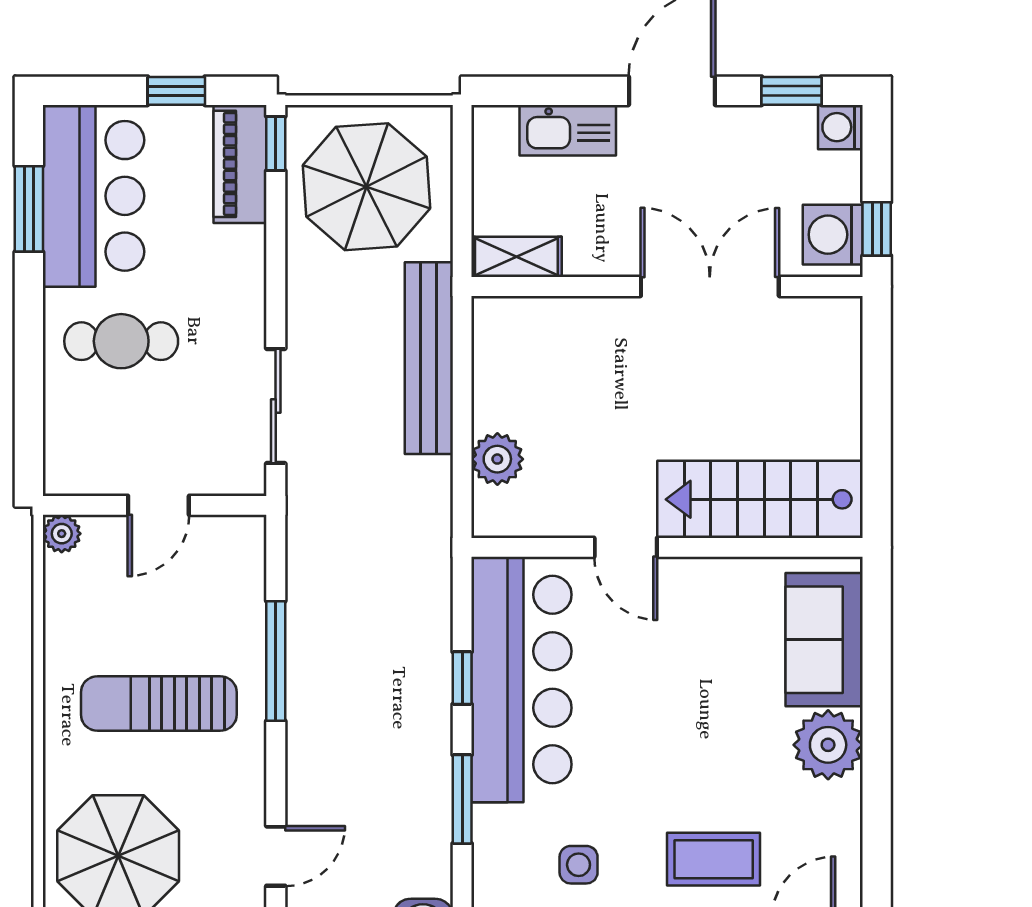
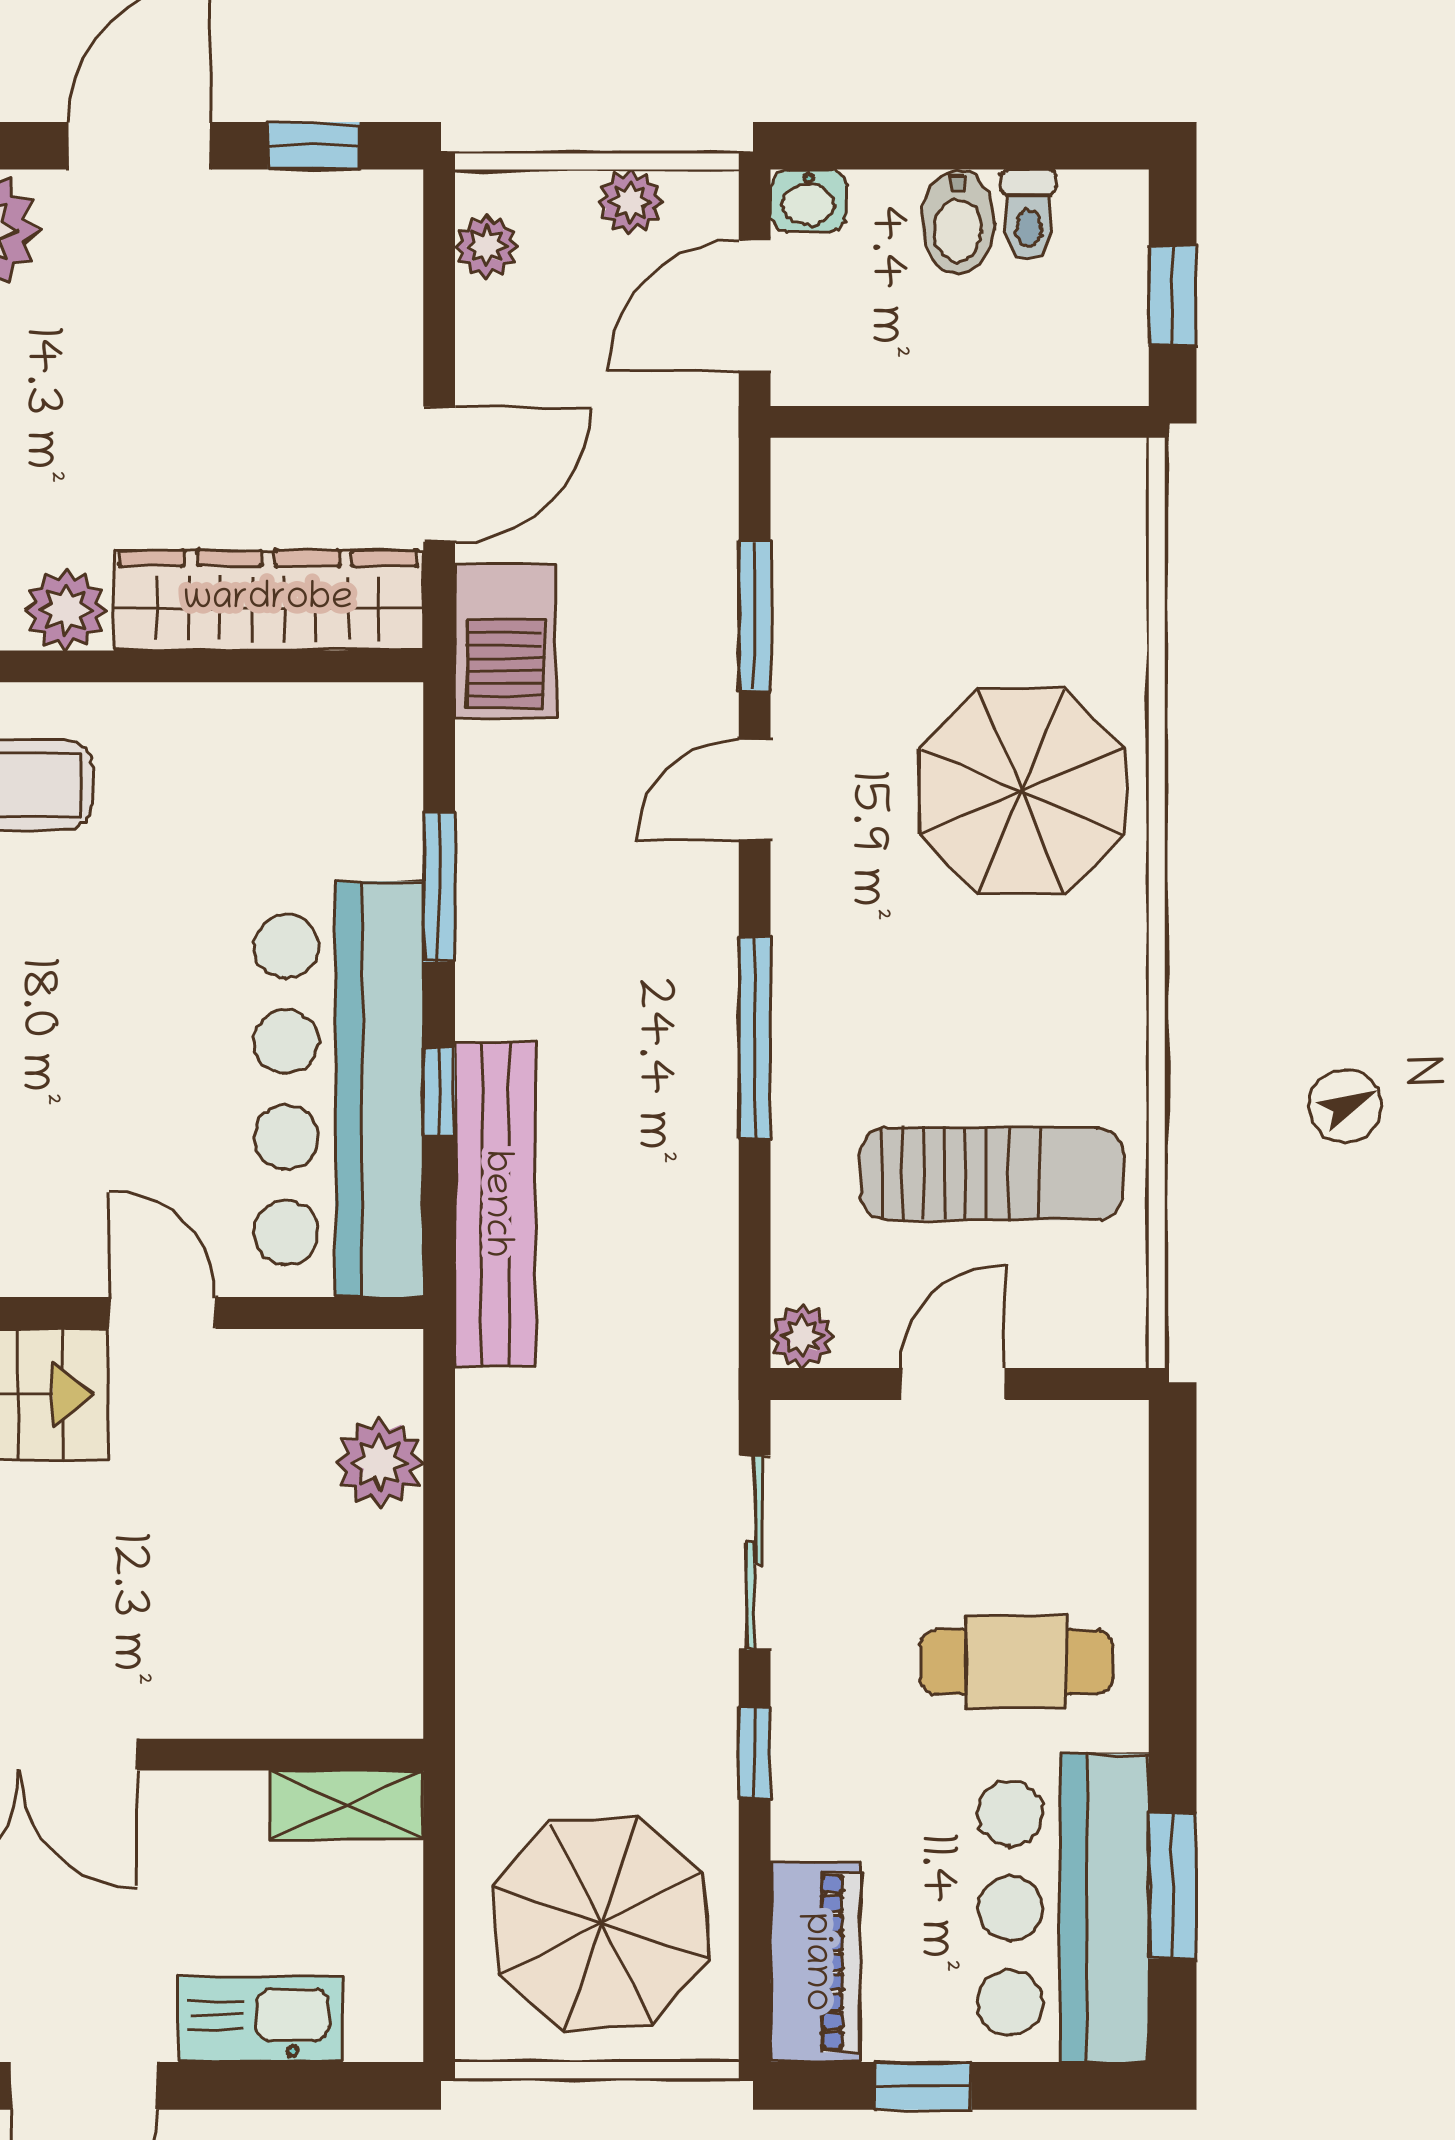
window: (276, 144) -> (755, 1753), moved
bench: (429, 358) -> (495, 1204), moved
plant: (62, 534) -> (802, 1336), moved
window: (276, 661) -> (755, 1038), moved
sun lounger: (159, 703) -> (992, 1174), moved
side table: (579, 865) -> (242, 776), removed

